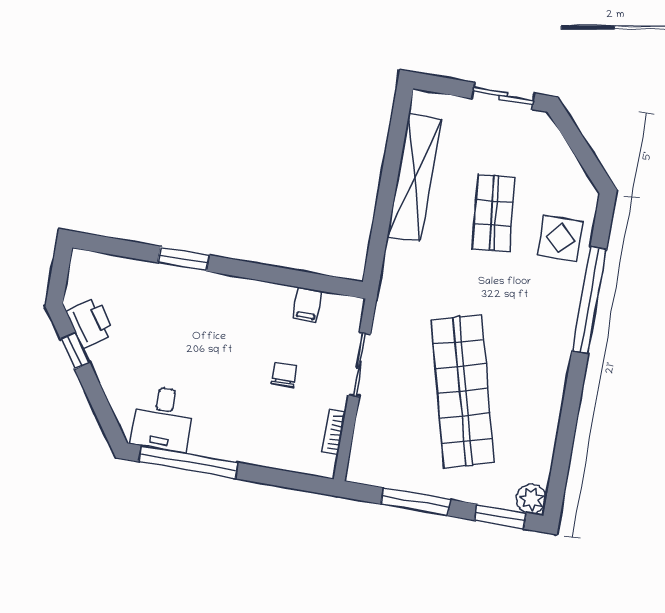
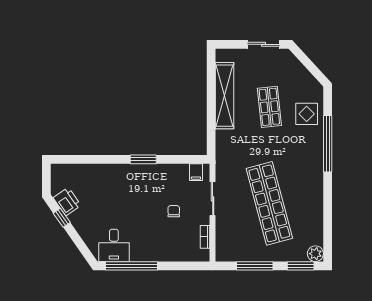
window: (183, 259) -> (143, 159), moved
filing cabinet: (307, 305) -> (196, 172), moved

